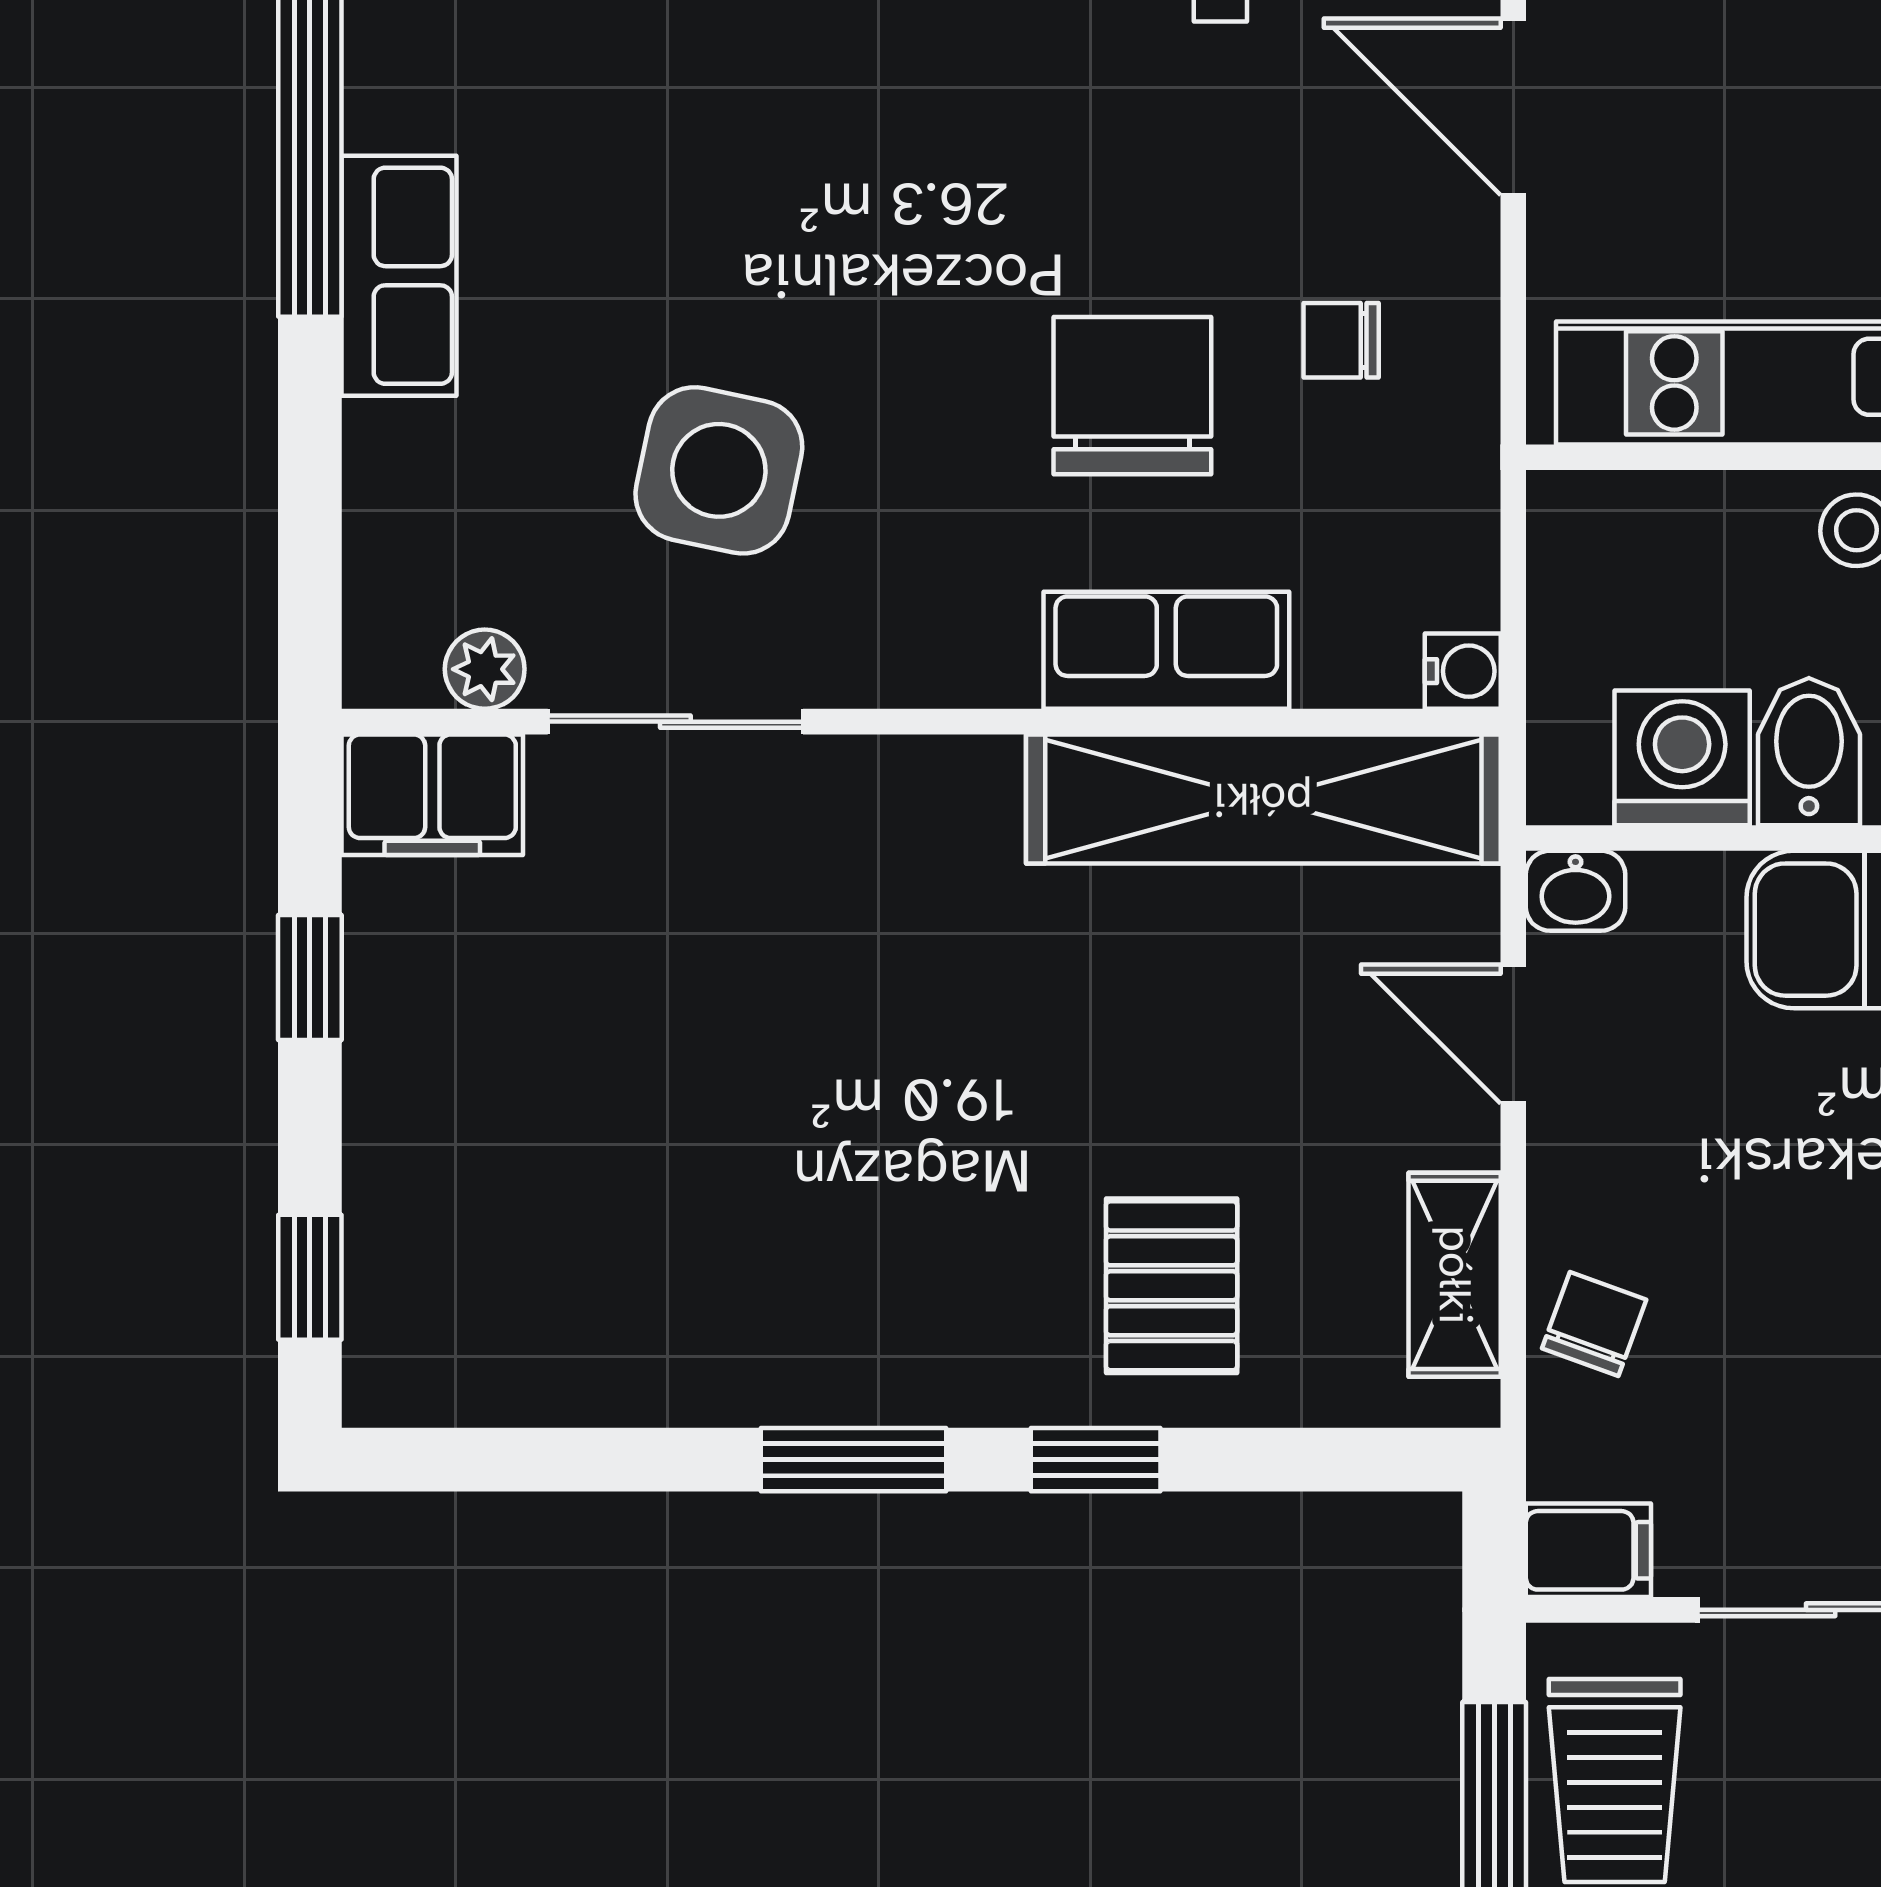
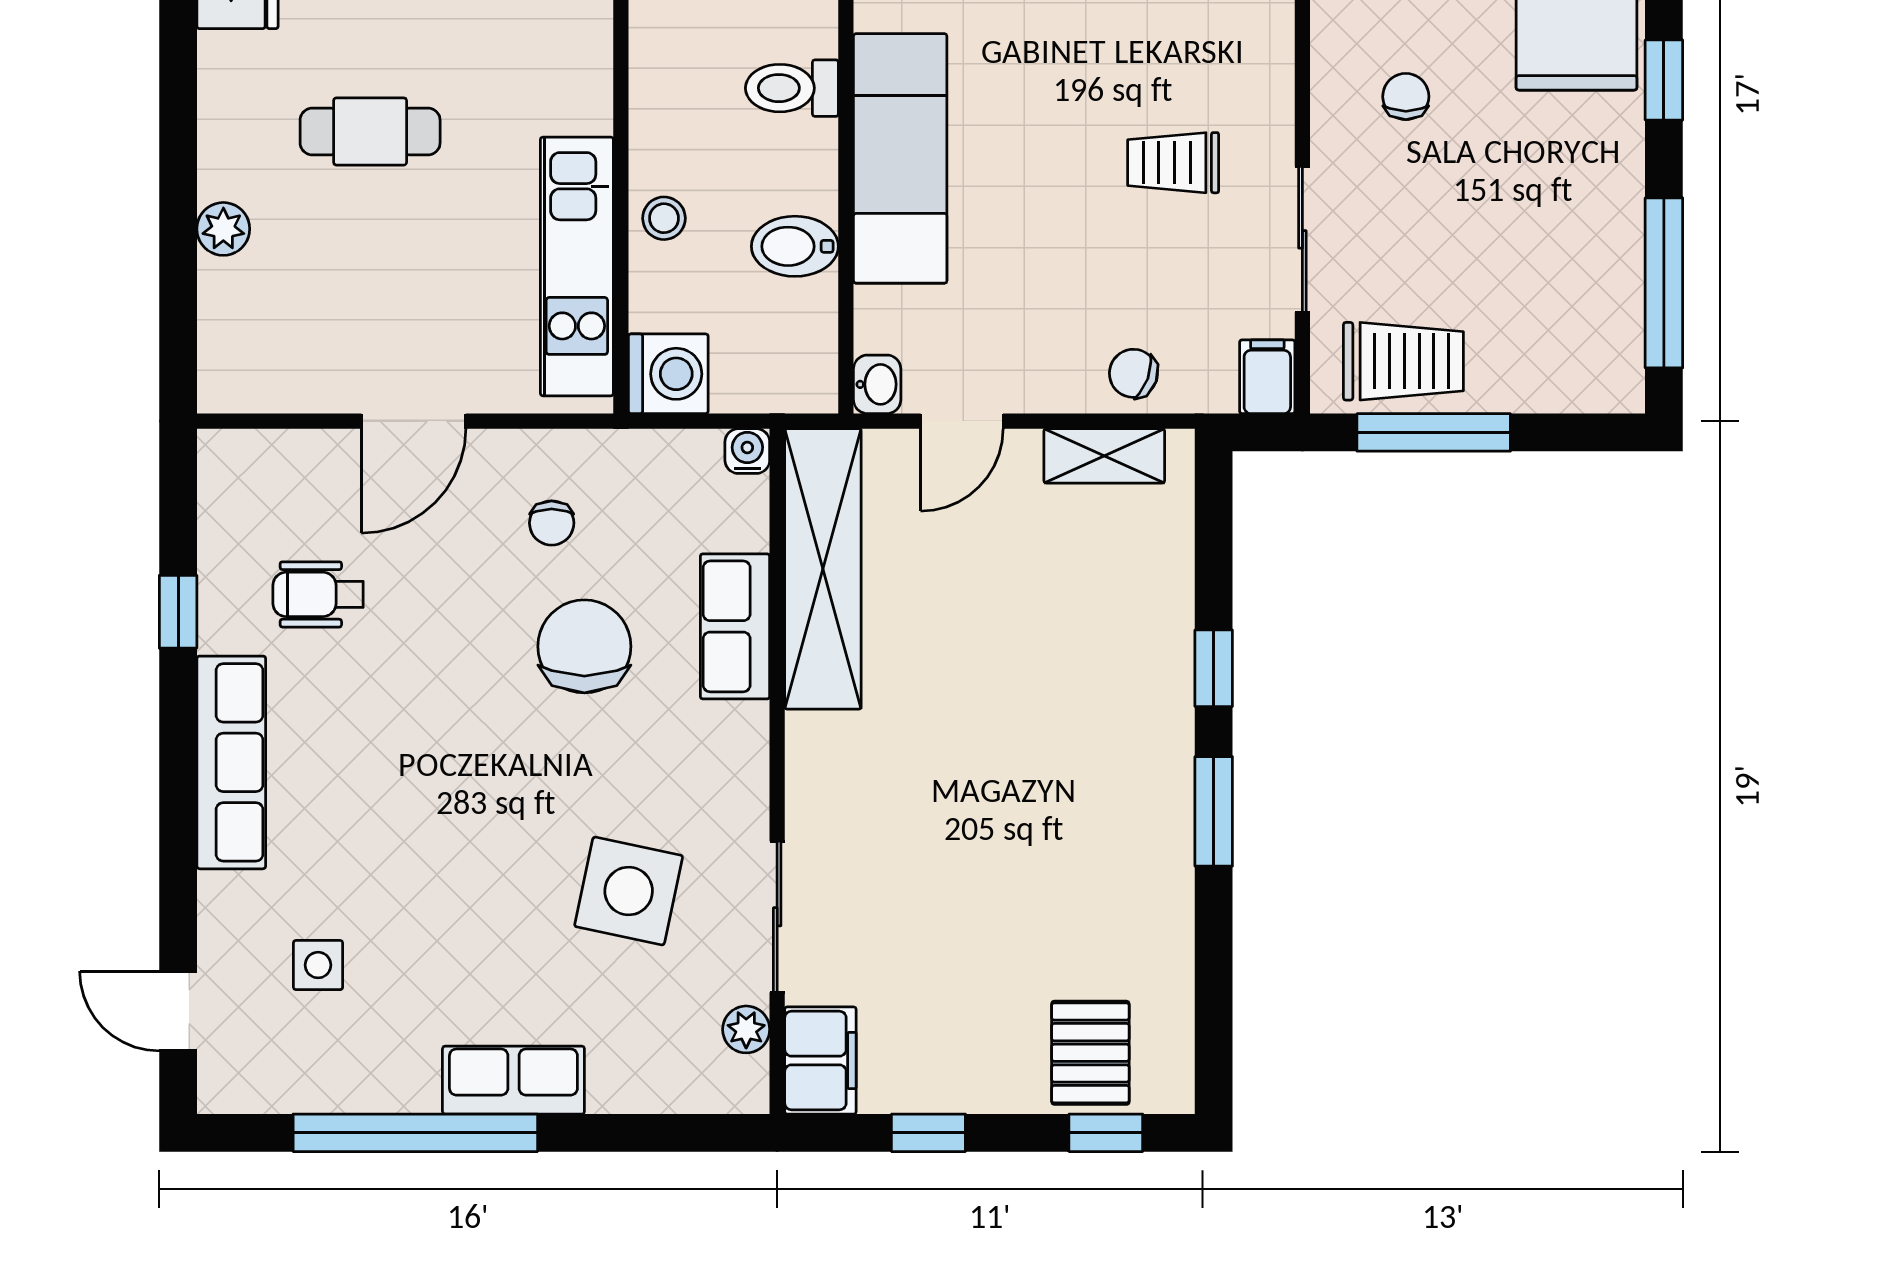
chair: (1132, 396) -> (584, 646), turned 90
washing machine: (1682, 758) -> (668, 374), moved, turned 180
pallet: (1172, 1286) -> (1090, 1053), moved, turned 90

